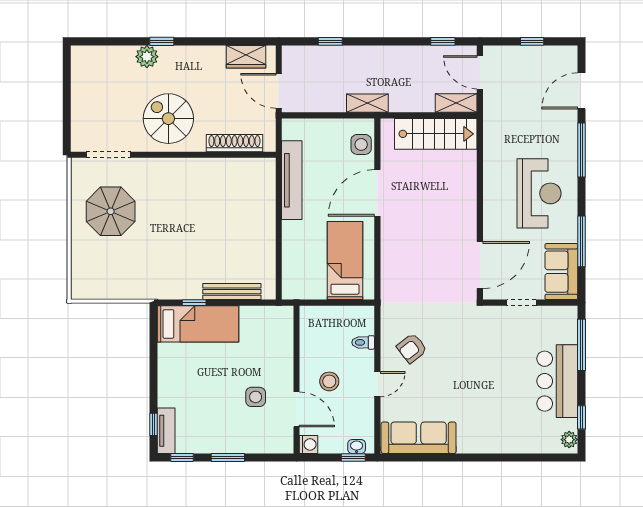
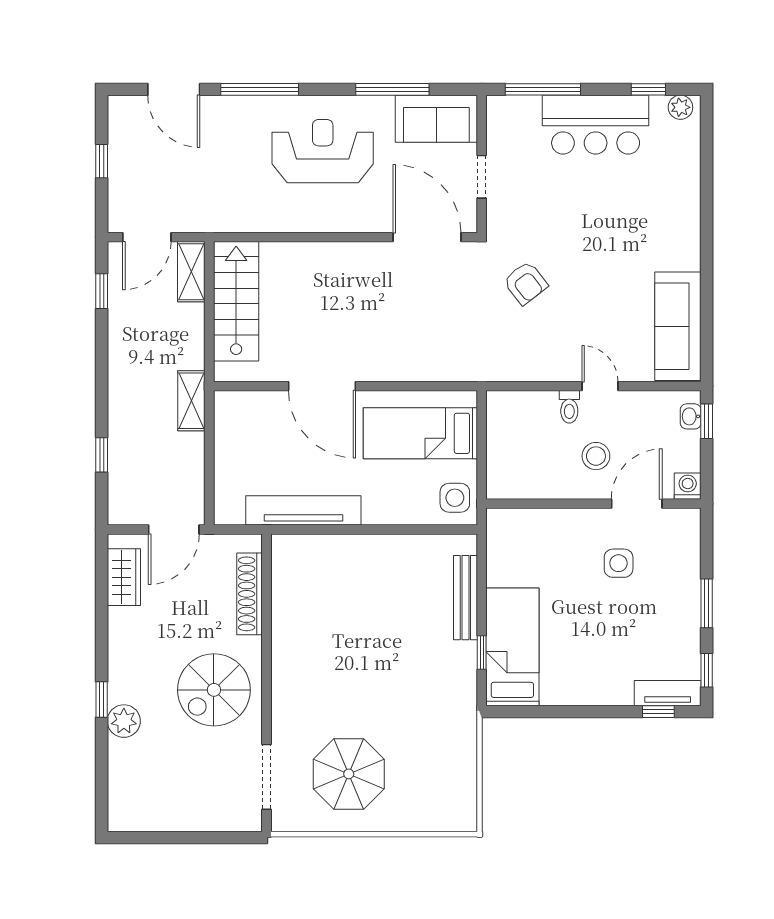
side table: (361, 144) -> (455, 498), moved
toilet: (363, 342) -> (569, 407), moved
armchair: (412, 348) -> (525, 283), moved

